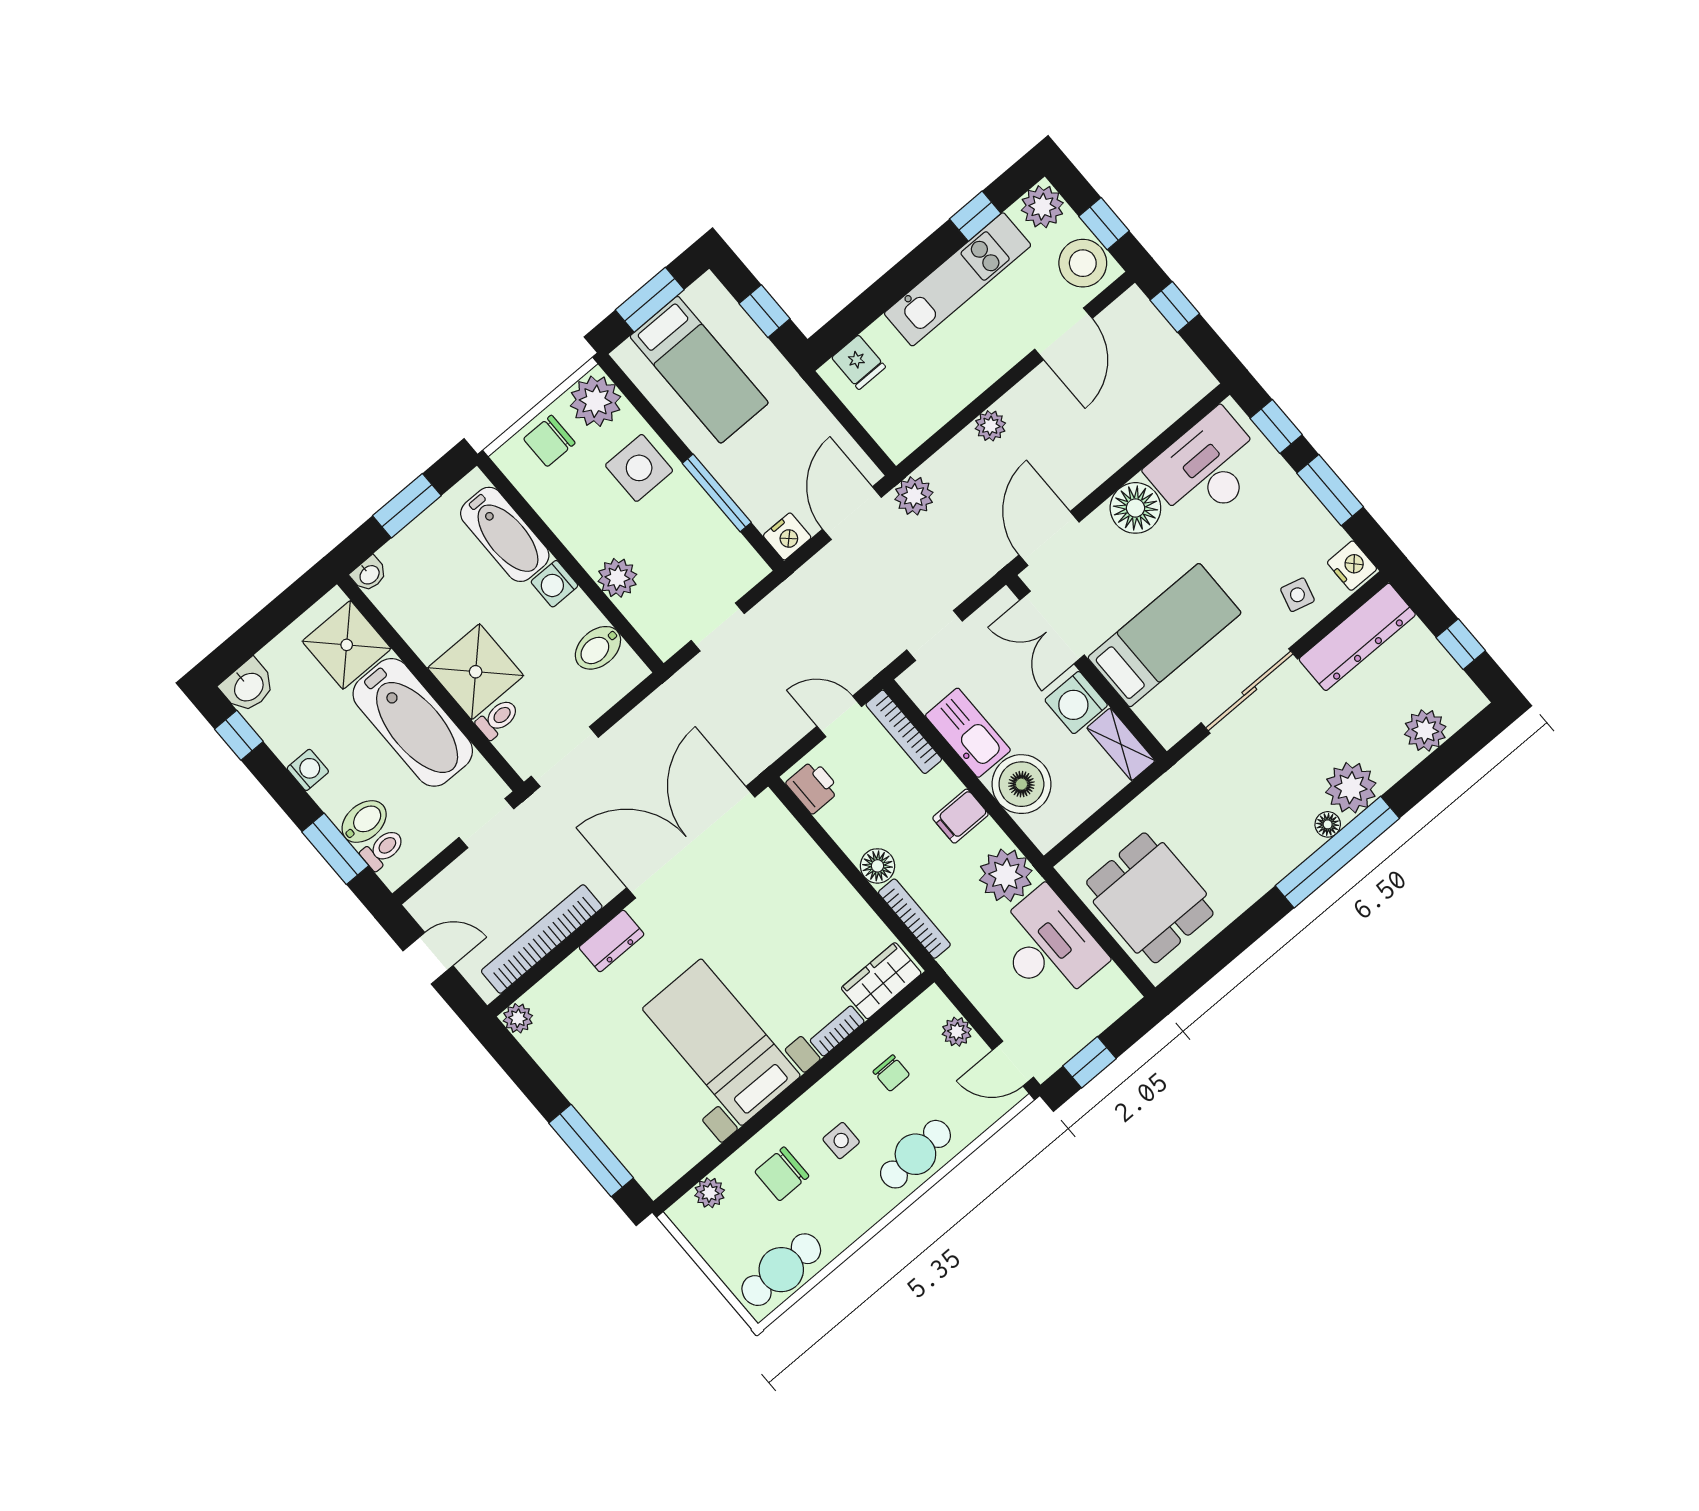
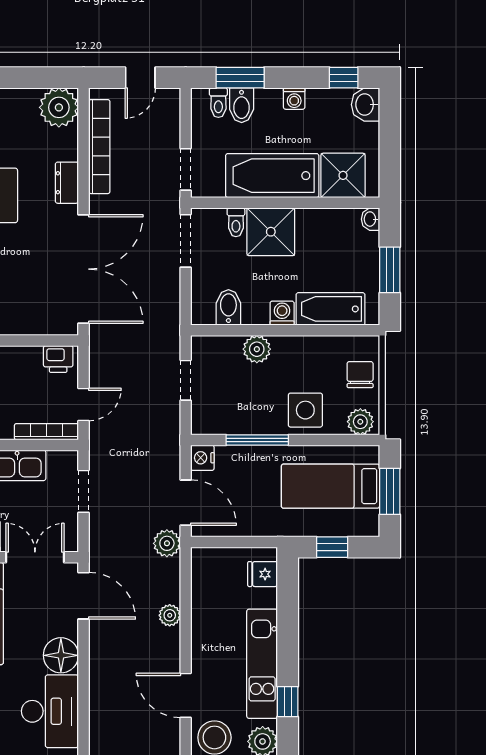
plant: (596, 401) -> (360, 422), width x0.73, depth x0.73
plant: (518, 1018) -> (59, 107), width x1.88, depth x1.88

